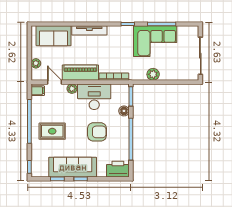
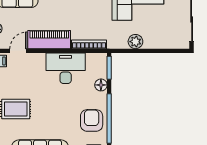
door: (54, 82) -> (18, 51), hinge flipped
plant: (72, 89) -> (39, 59), removed
armchair: (97, 132) -> (92, 120), moved, turned -90

